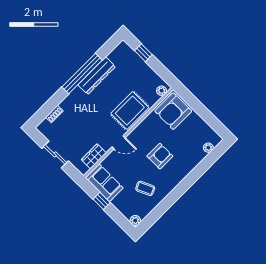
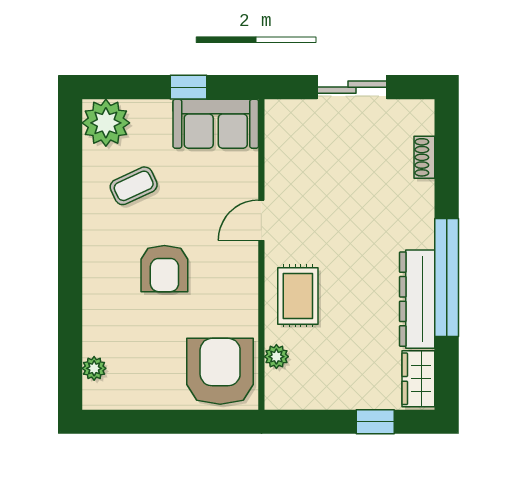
plant: (162, 91) -> (276, 357), moved
rug: (130, 110) -> (298, 296), width x0.73, depth x0.70
wardrobe: (94, 156) -> (418, 379), moved, turned 180
plant: (135, 220) -> (106, 123), width x1.88, depth x1.88

